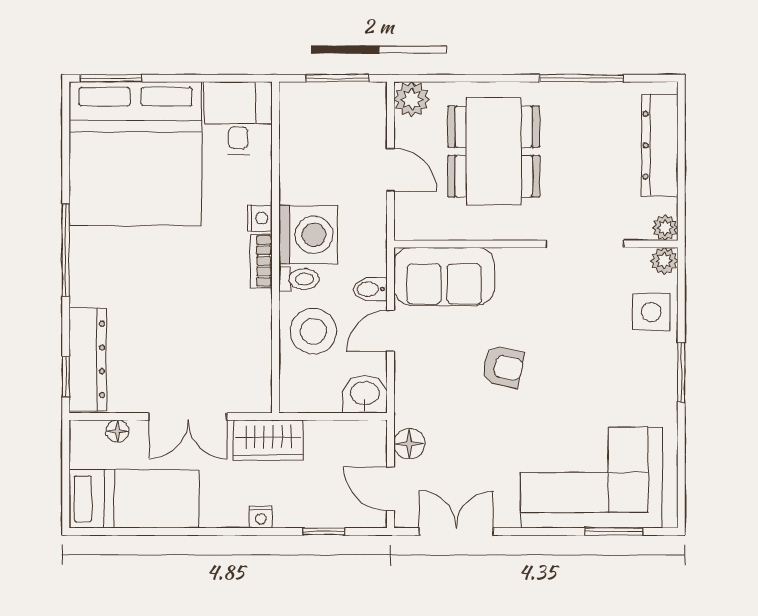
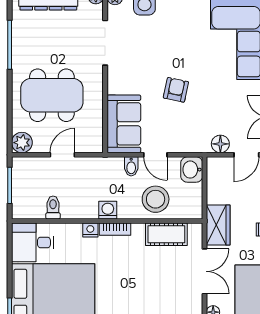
washing machine: (308, 235) -> (108, 210), width x0.53, depth x0.53
toilet: (299, 279) -> (53, 207), moved
cot: (252, 350) -> (166, 234), added

